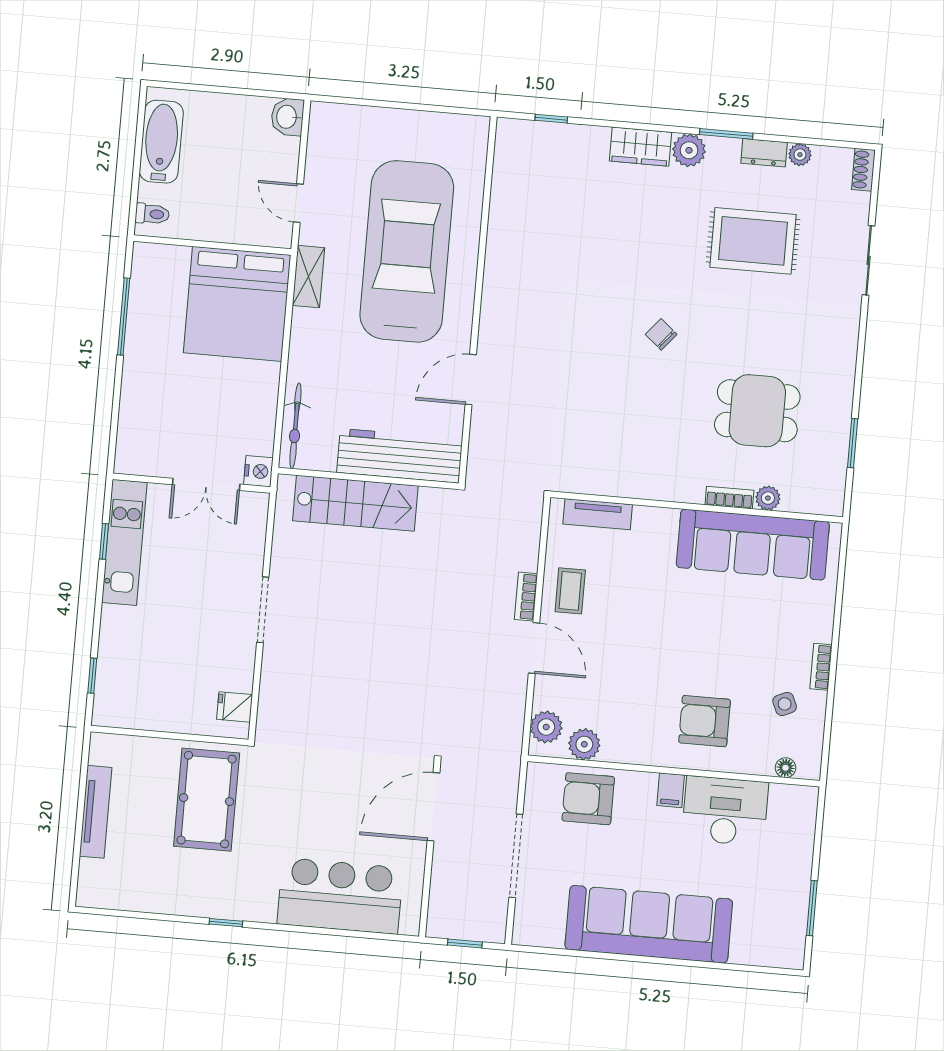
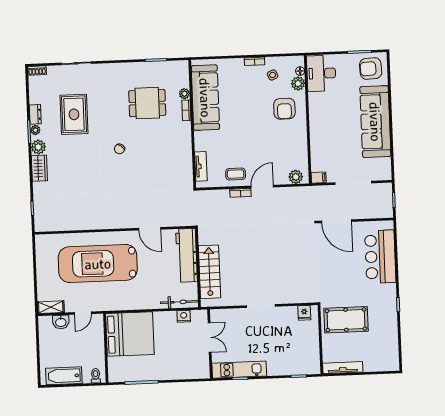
washbasin: (287, 117) -> (61, 322), moved
plant: (800, 155) -> (35, 130), moved
shelving: (308, 277) -> (51, 307), moved
dining table: (757, 411) -> (147, 103), turned 90
nightstand: (258, 471) -> (184, 316), moved
plant: (584, 744) -> (298, 84), moved
filing cabinet: (671, 790) -> (319, 178), moved
armchair: (588, 799) -> (371, 69), moved, turned 87
desk: (725, 811) -> (321, 73), moved
tv unit: (96, 812) -> (343, 368), moved

